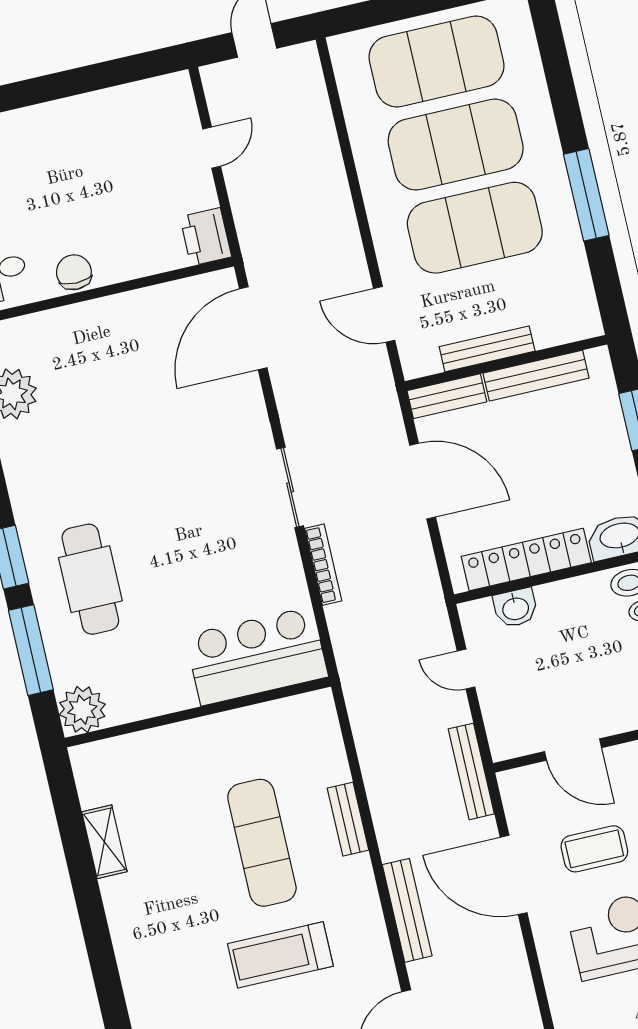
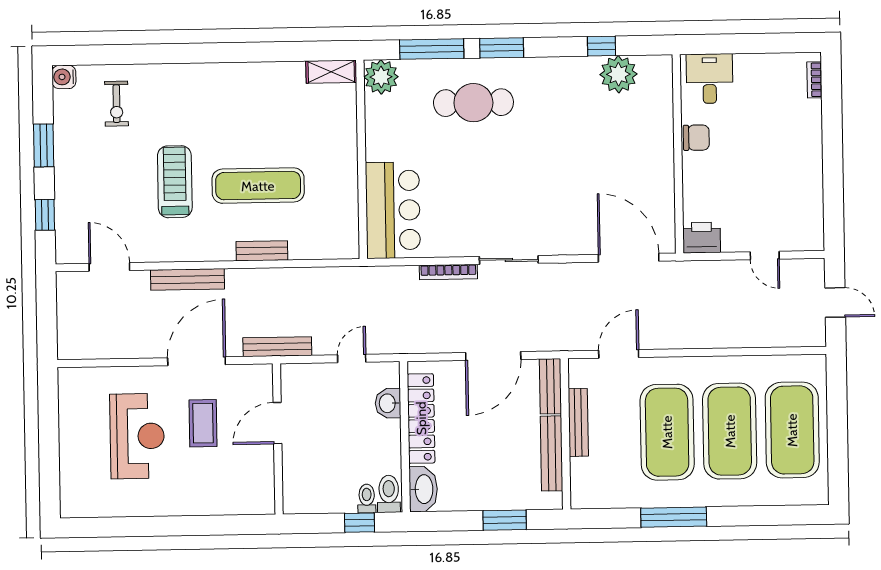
shelving: (104, 842) -> (331, 72), moved

